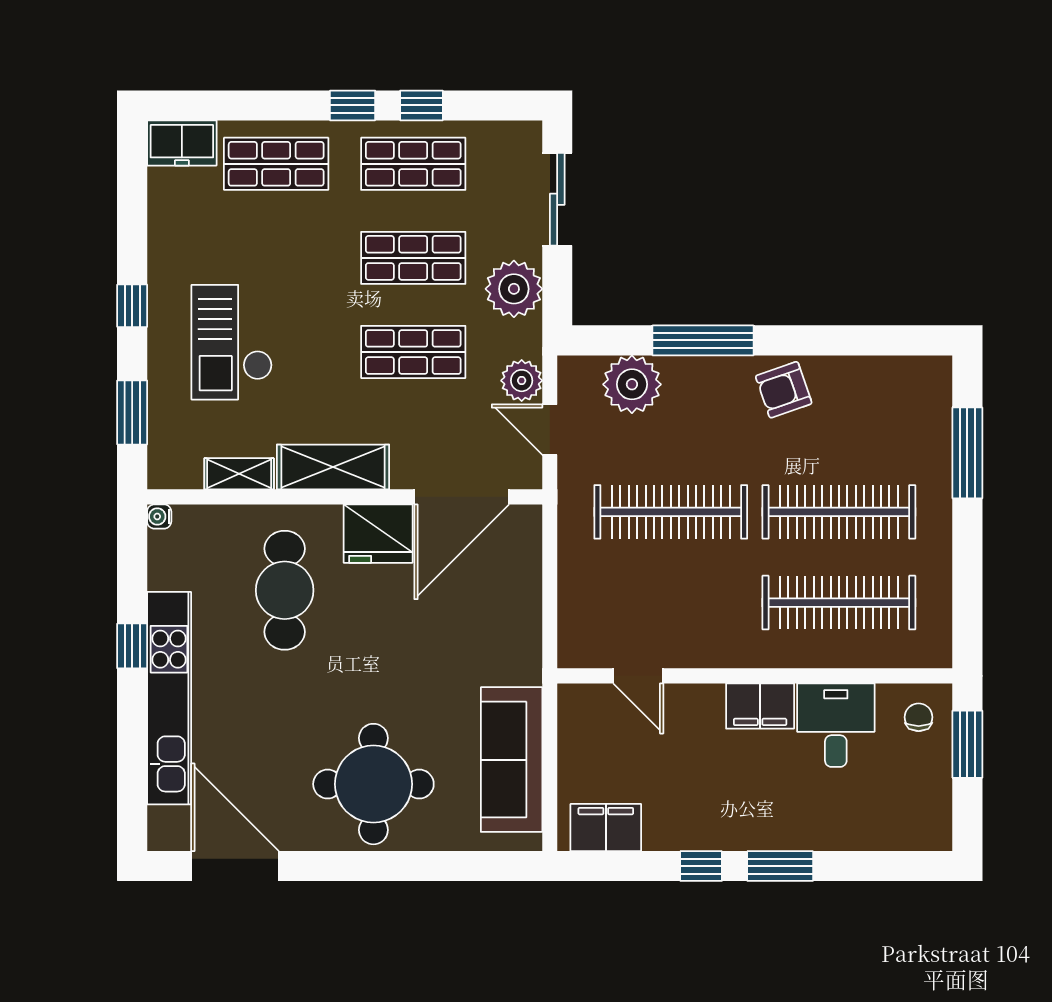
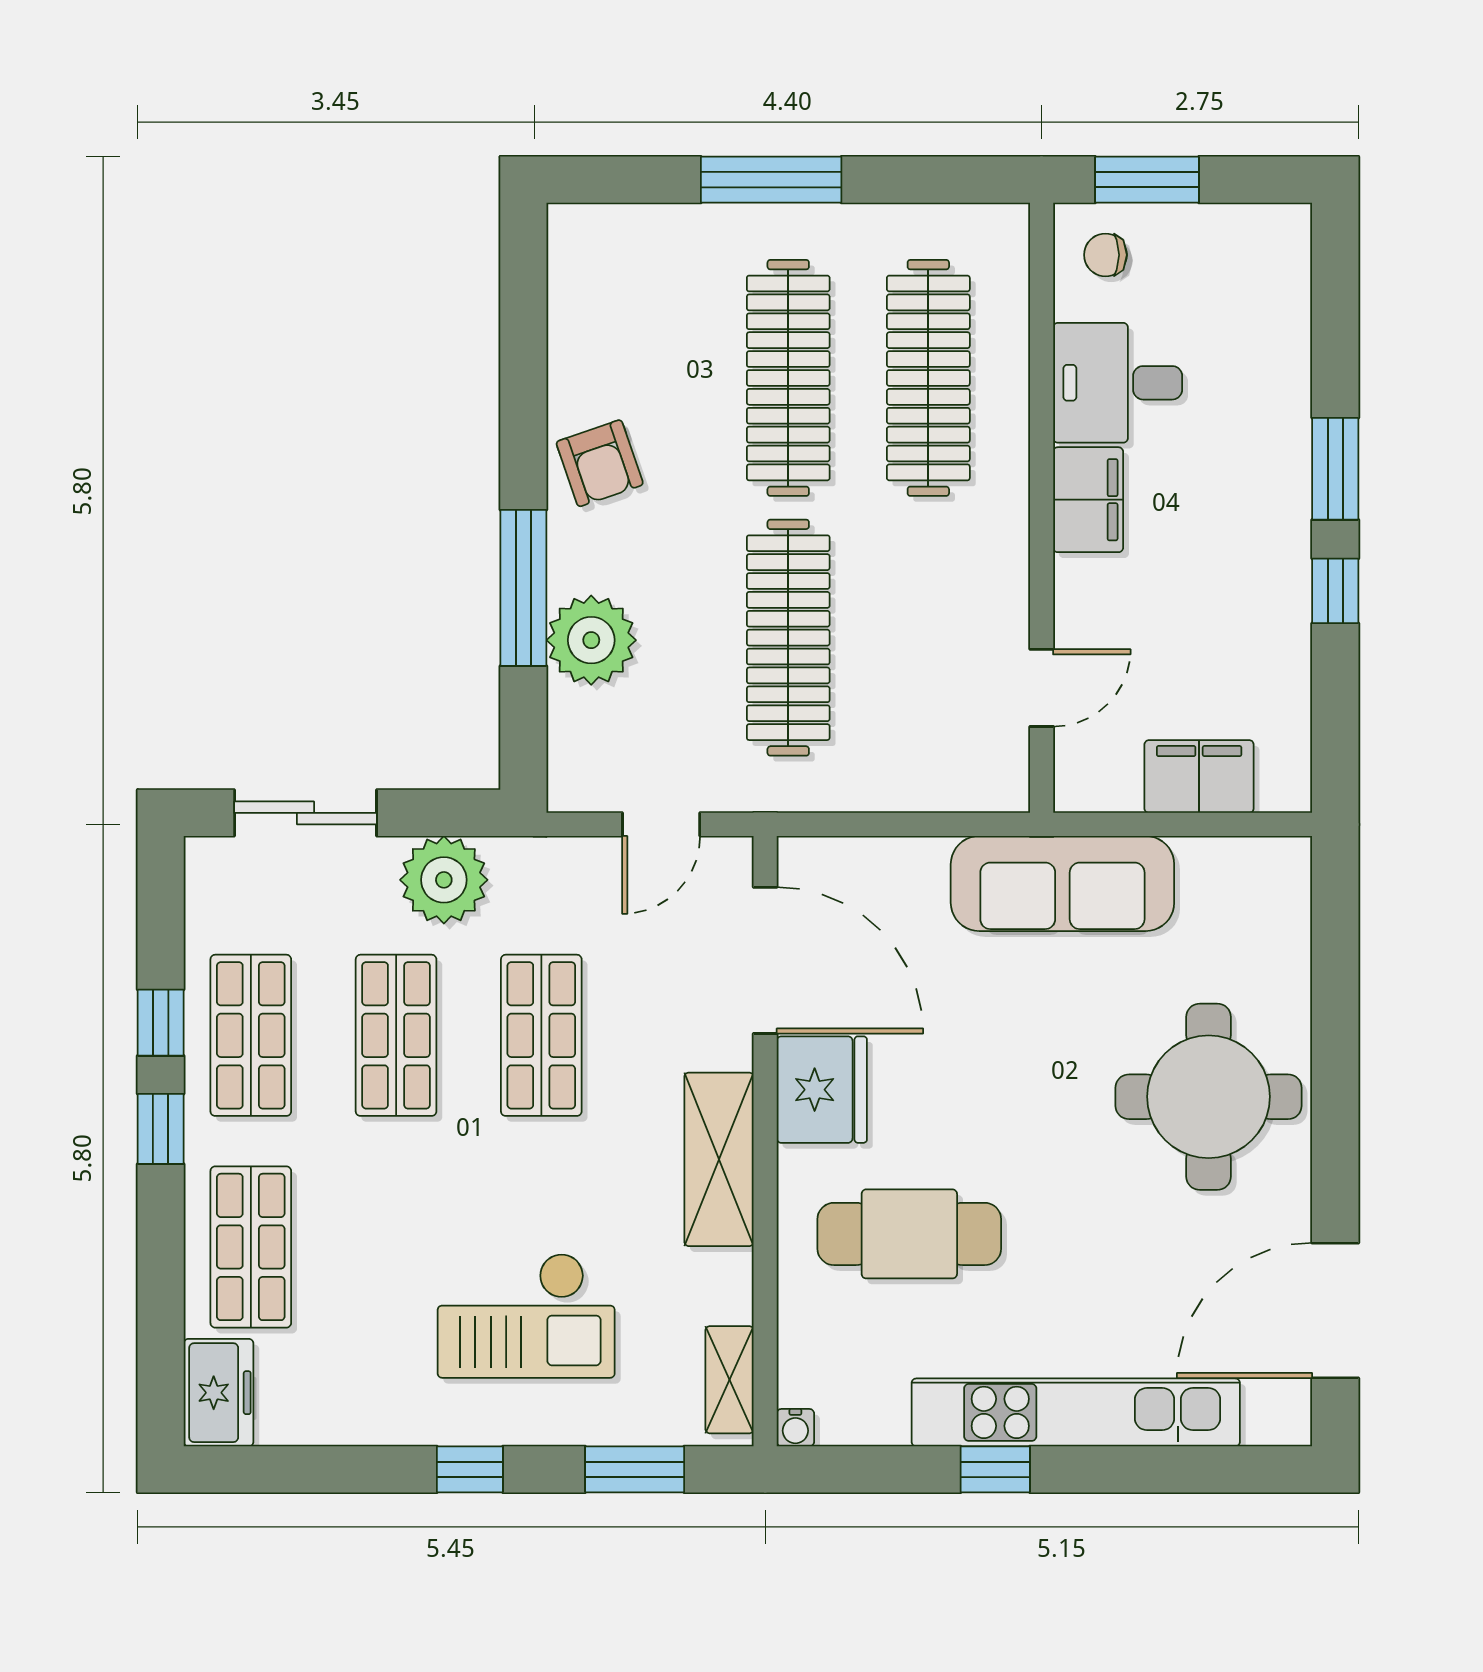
plant: (522, 381) -> (585, 868), removed
plant: (632, 384) -> (591, 640), moved
window: (967, 453) -> (771, 180), moved
shelving: (239, 474) -> (730, 1380), moved
sofa: (512, 760) -> (1062, 884), moved
filing cabinet: (606, 828) -> (1199, 777), moved, turned 90

